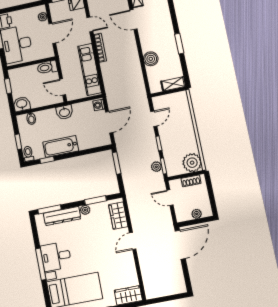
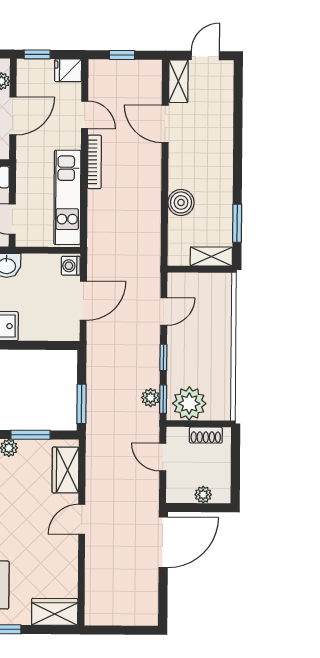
window: (179, 44) -> (237, 223), moved
window: (117, 163) -> (81, 404), moved
plant: (192, 163) -> (189, 403), moved

